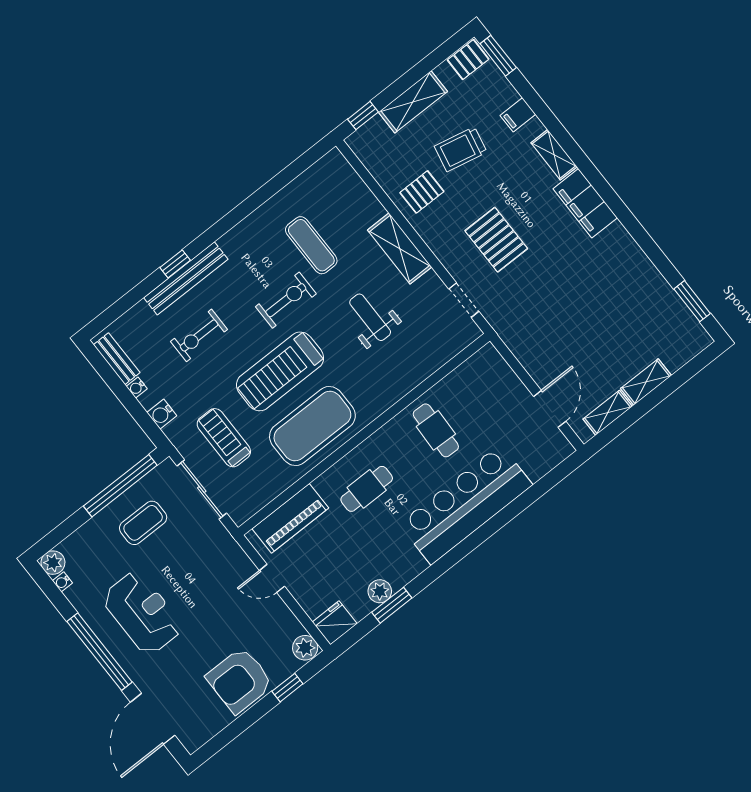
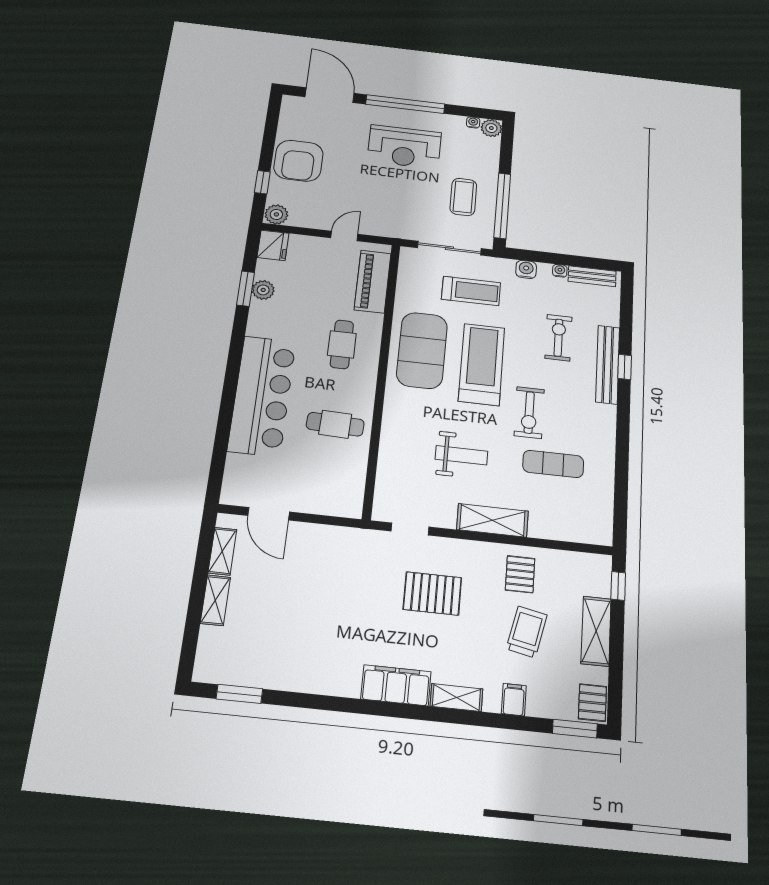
armchair: (240, 680) -> (298, 161), turned 180

